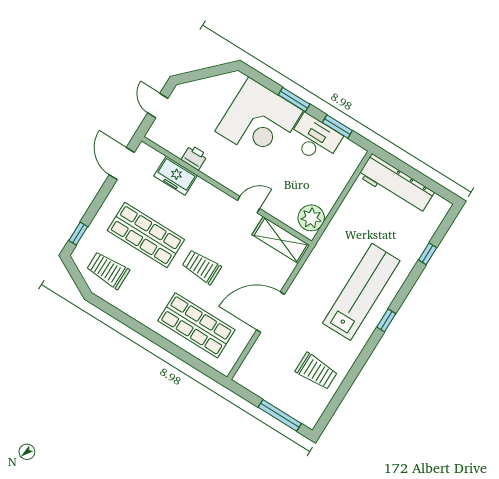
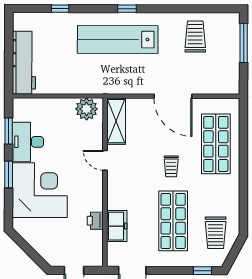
trolley: (201, 267) -> (171, 166), width x0.73, depth x0.72

